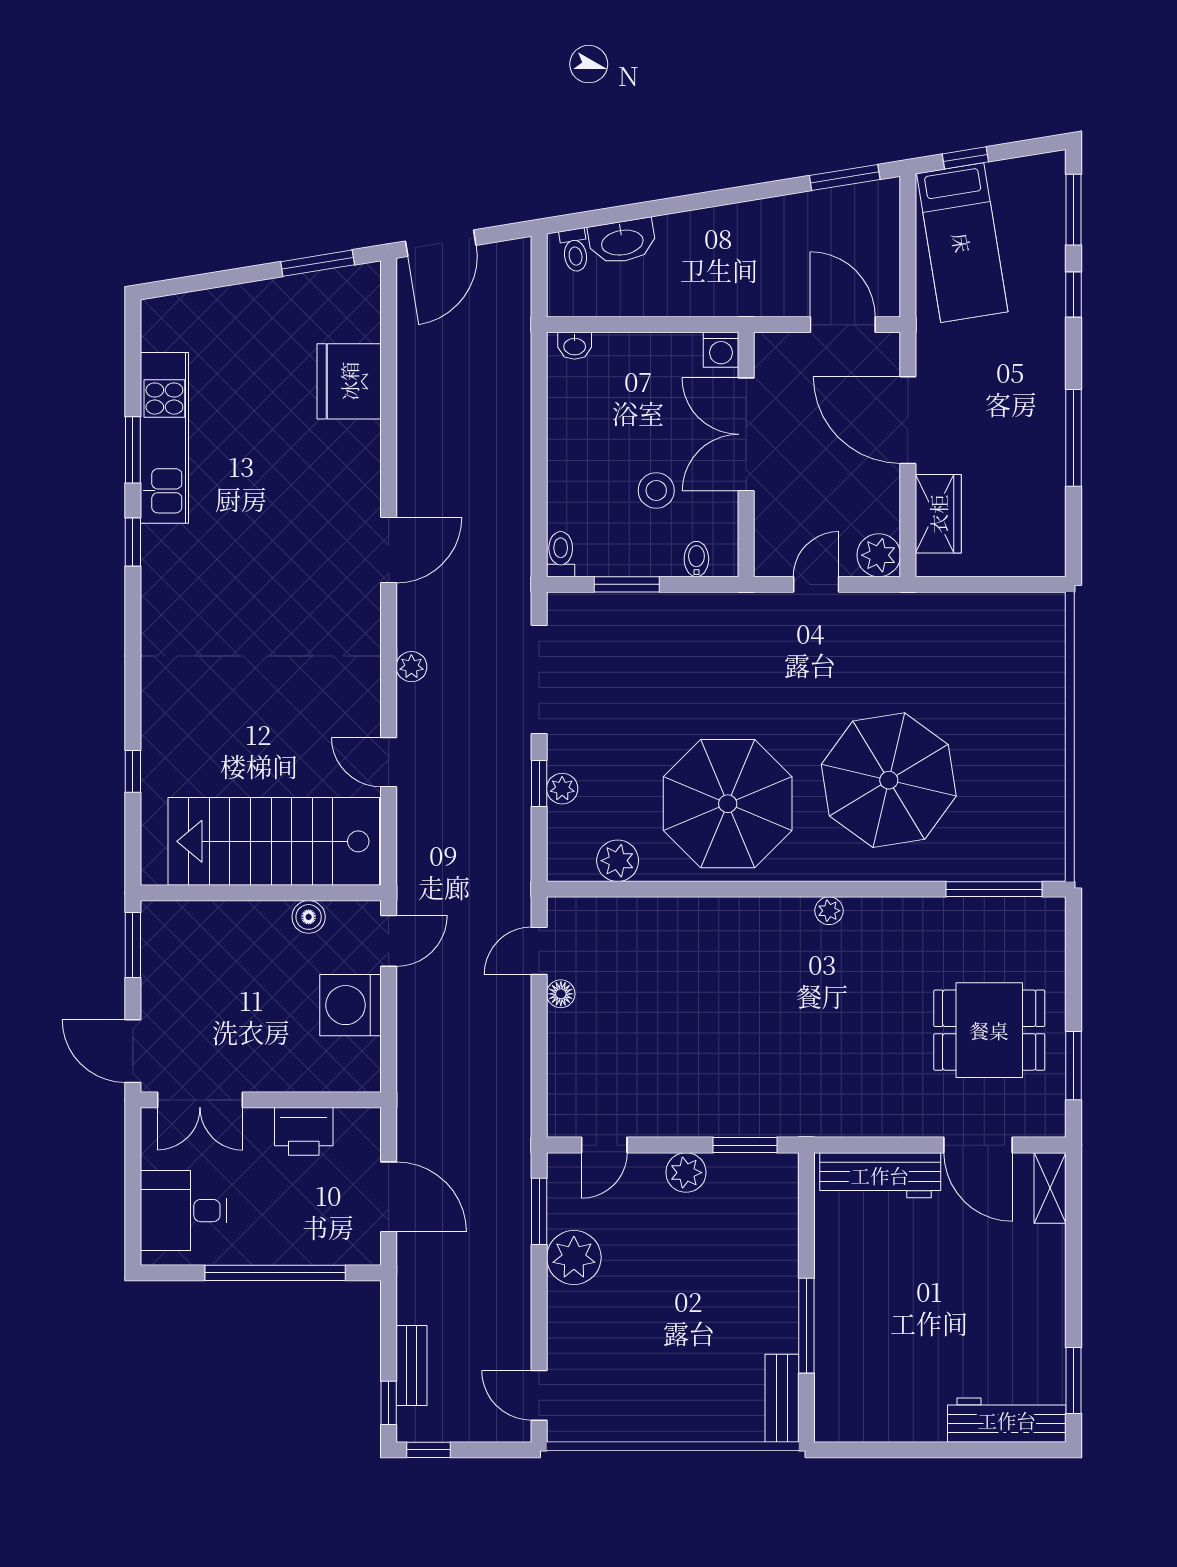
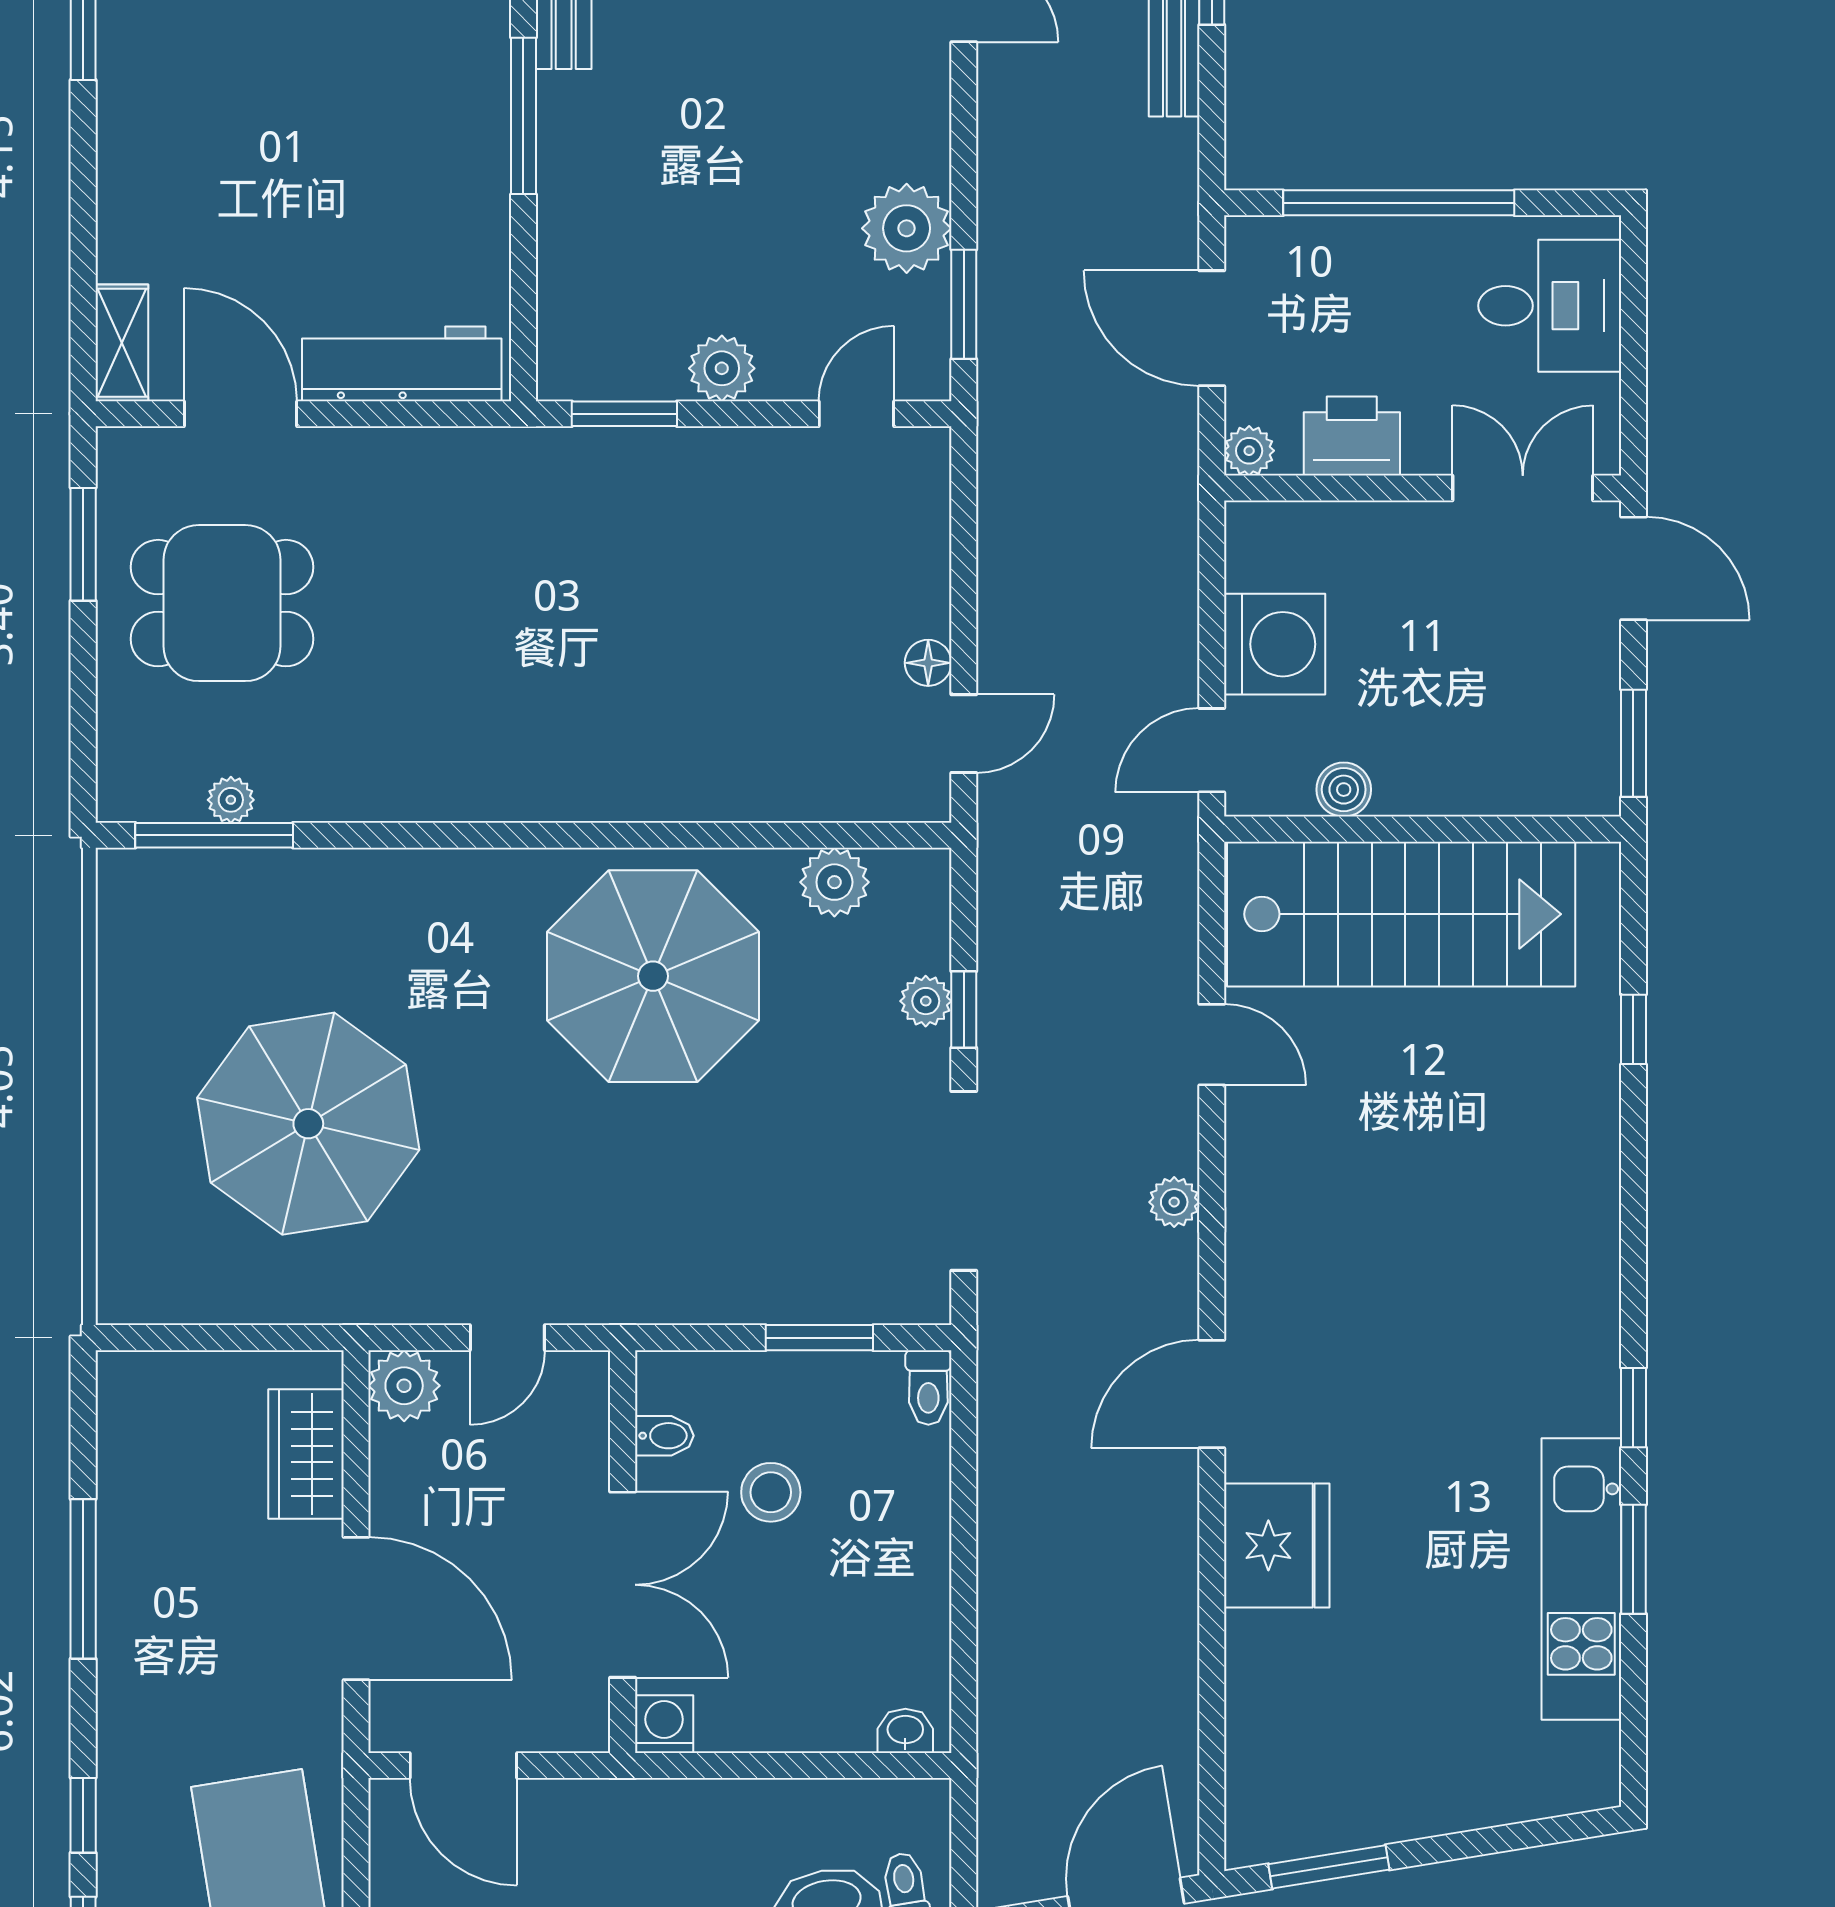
fridge: (349, 381) -> (1277, 1545), moved
bidet: (696, 559) -> (664, 1436), moved, turned -90
parasol: (889, 780) -> (308, 1124), moved
plant: (829, 911) -> (231, 800), moved
plant: (366, 1123) -> (1249, 451), added

